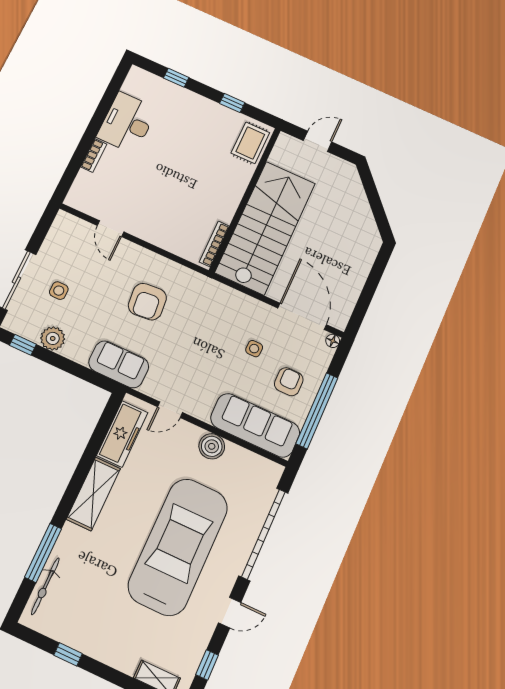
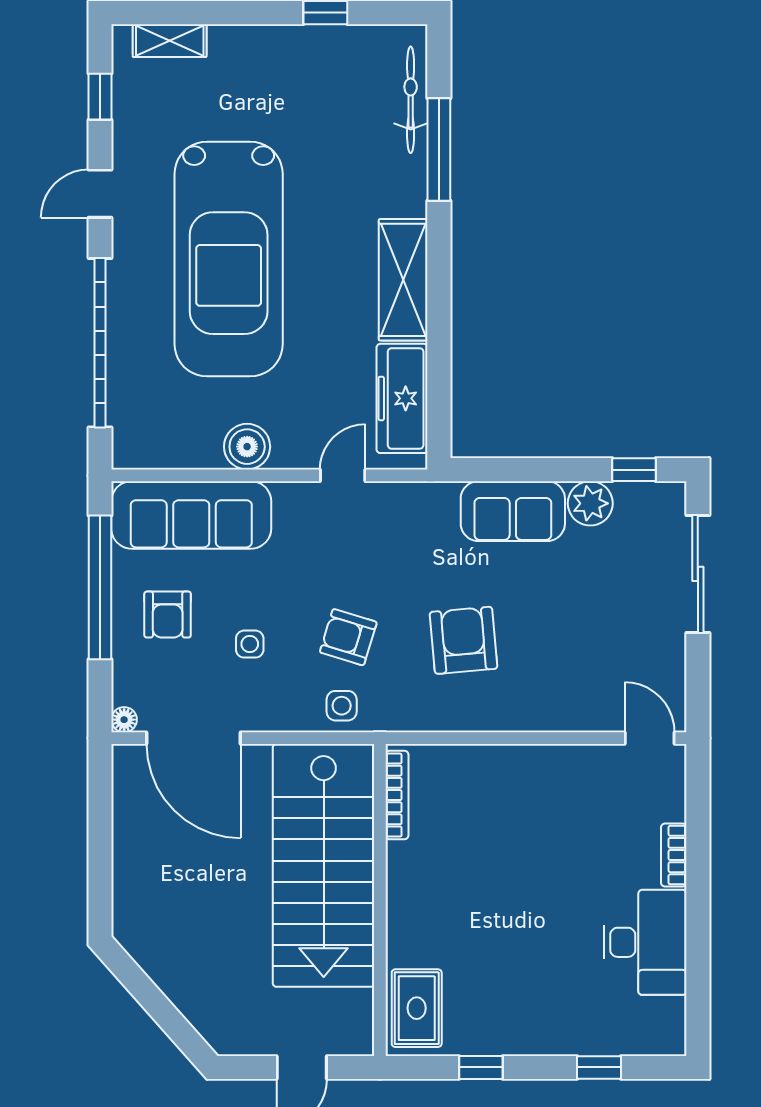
door: (111, 229) -> (650, 738), moved
side table: (59, 291) -> (342, 706), moved
armchair: (204, 329) -> (348, 637), added
sofa: (119, 364) -> (513, 511), moved

